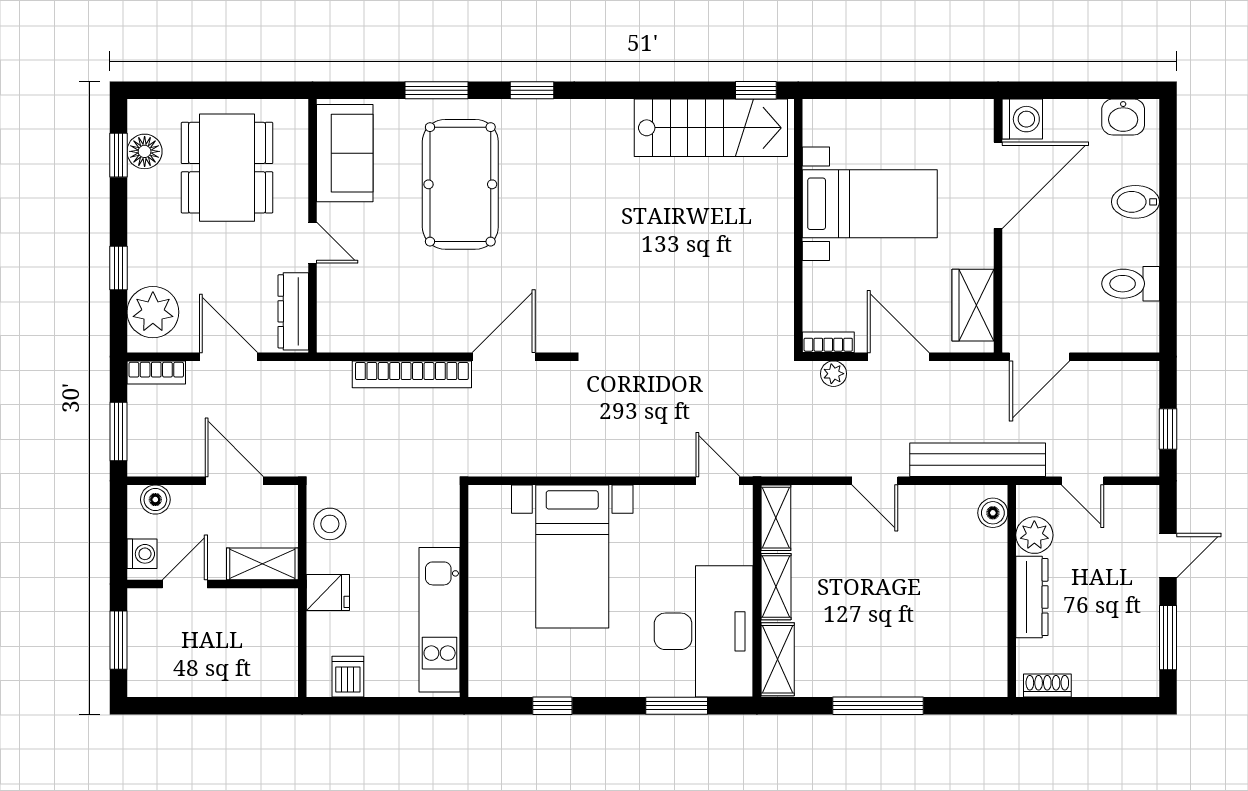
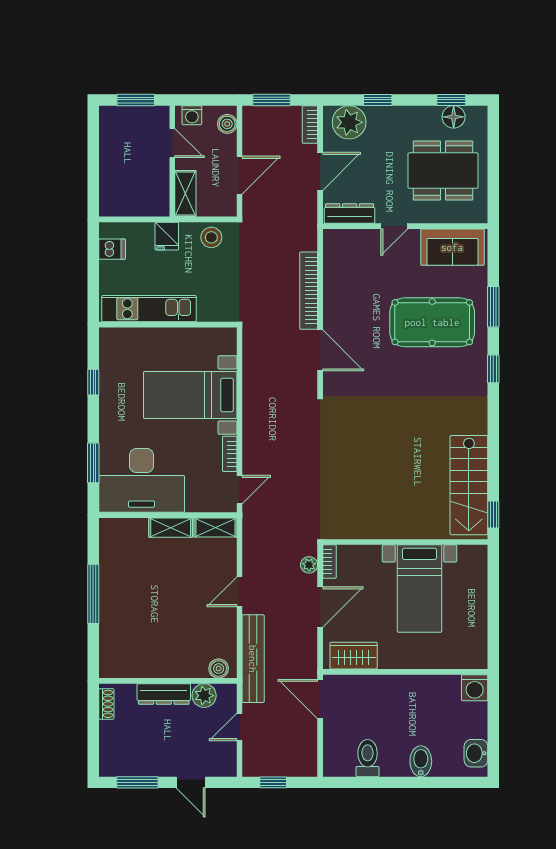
door: (998, 185) -> (432, 672), removed
bookcase: (663, 496) -> (230, 454), added
shelving: (778, 659) -> (123, 529), removed

